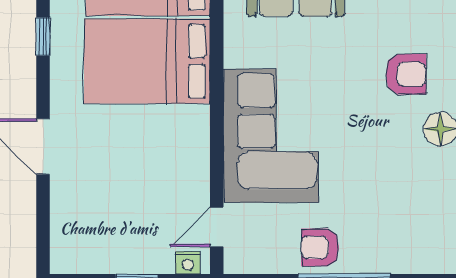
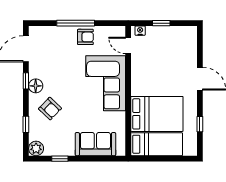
armchair: (406, 74) -> (50, 109), turned -136
door: (217, 227) -> (128, 45), swing flipped

